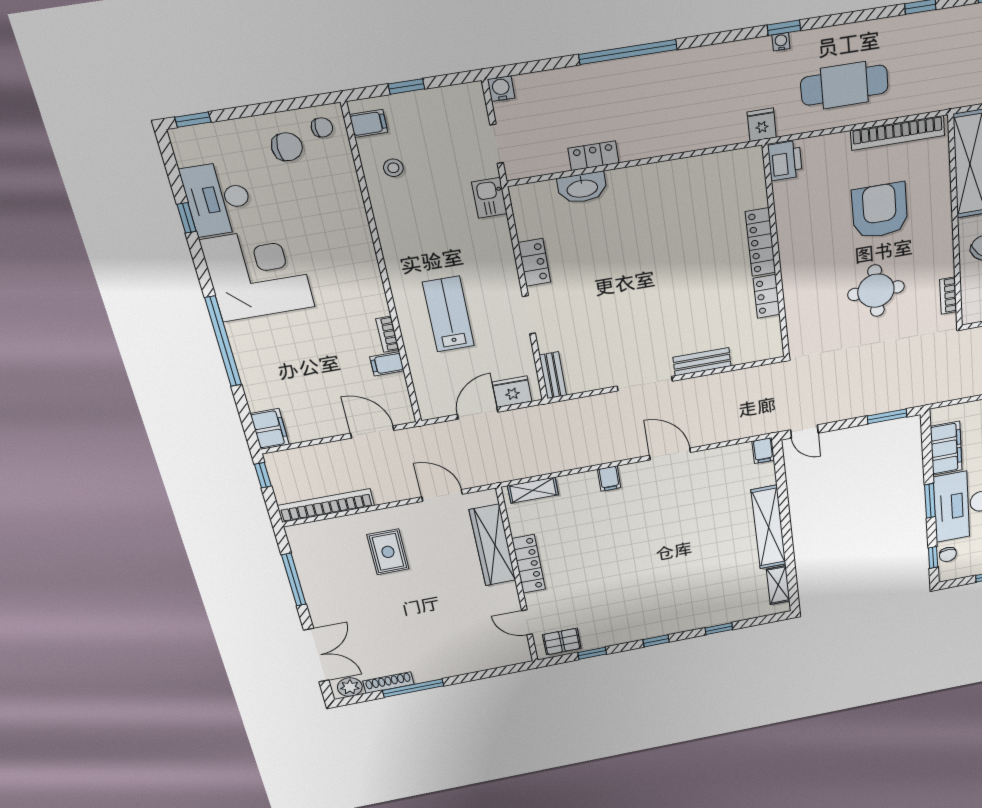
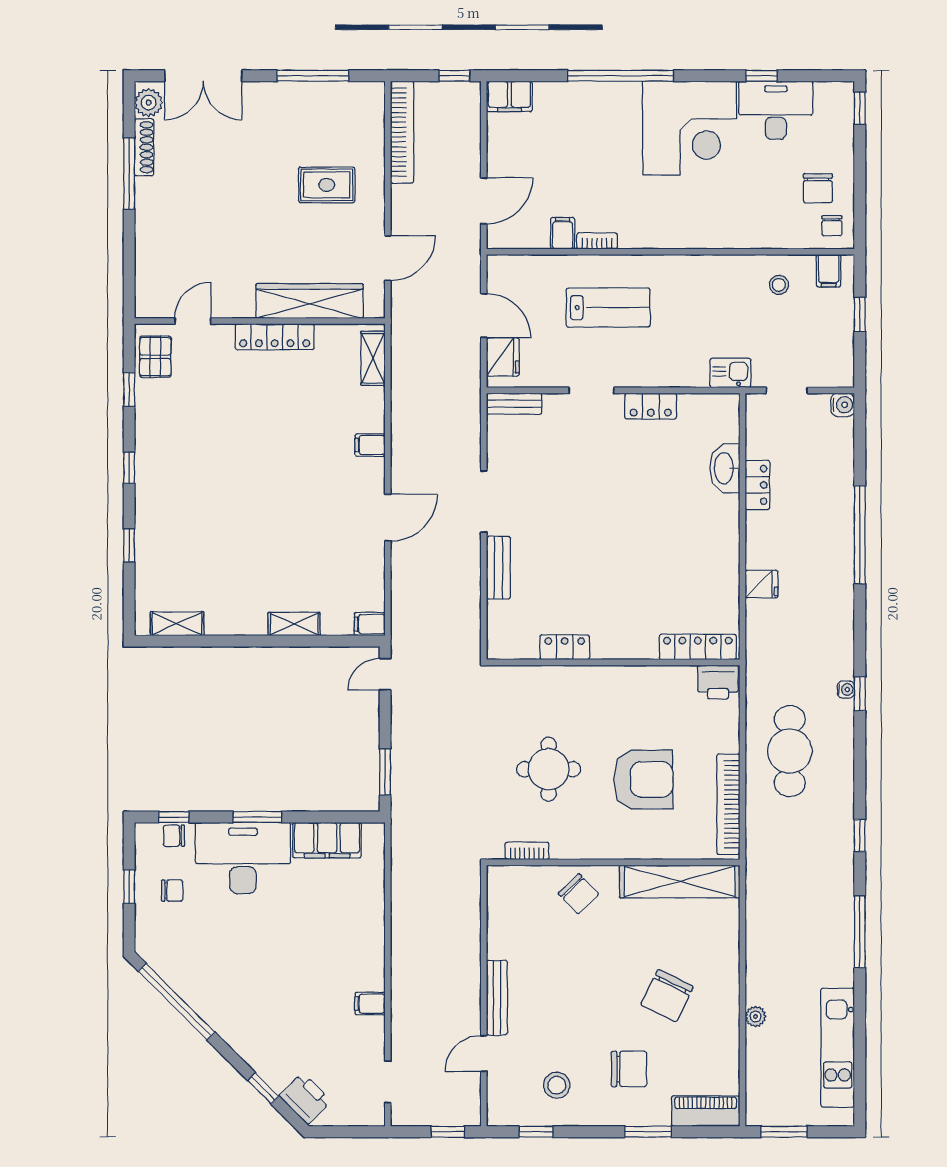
fridge: (762, 125) -> (762, 584), moved
locker: (761, 242) -> (698, 647), moved
shelving: (769, 527) -> (294, 624), width x0.45, depth x0.75

